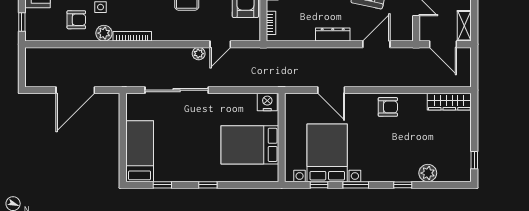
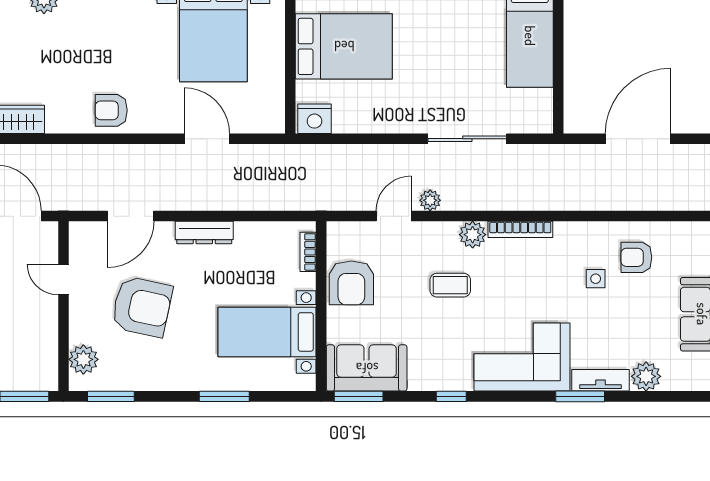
plant: (104, 33) -> (473, 235), moved
bookcase: (132, 36) -> (520, 229), moved
sliding door: (177, 90) -> (467, 139), width x0.73

